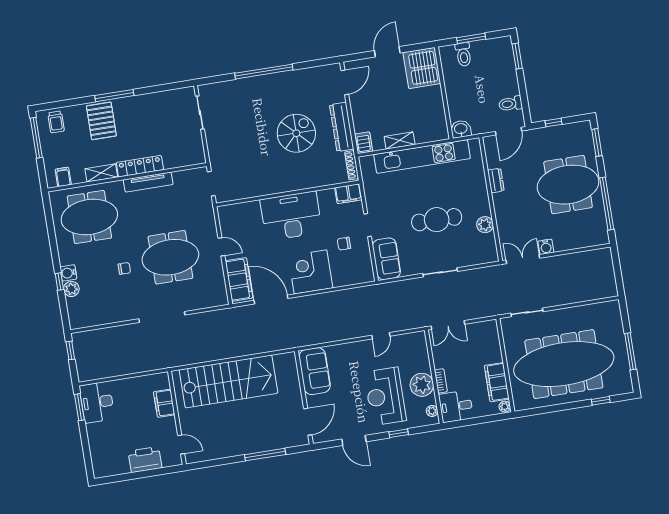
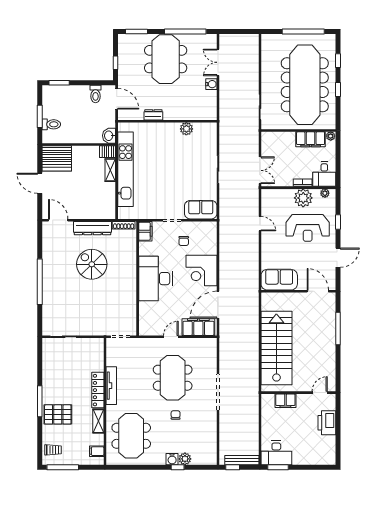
shelving: (400, 140) -> (110, 170), moved
server rack: (364, 143) -> (108, 152), moved
cafe table: (437, 220) -> (177, 166), removed
double door: (523, 259) -> (218, 62), moved
window: (630, 351) -> (303, 31), width x1.46
bench: (81, 361) -> (242, 460), added
window: (565, 407) -> (338, 90), added

